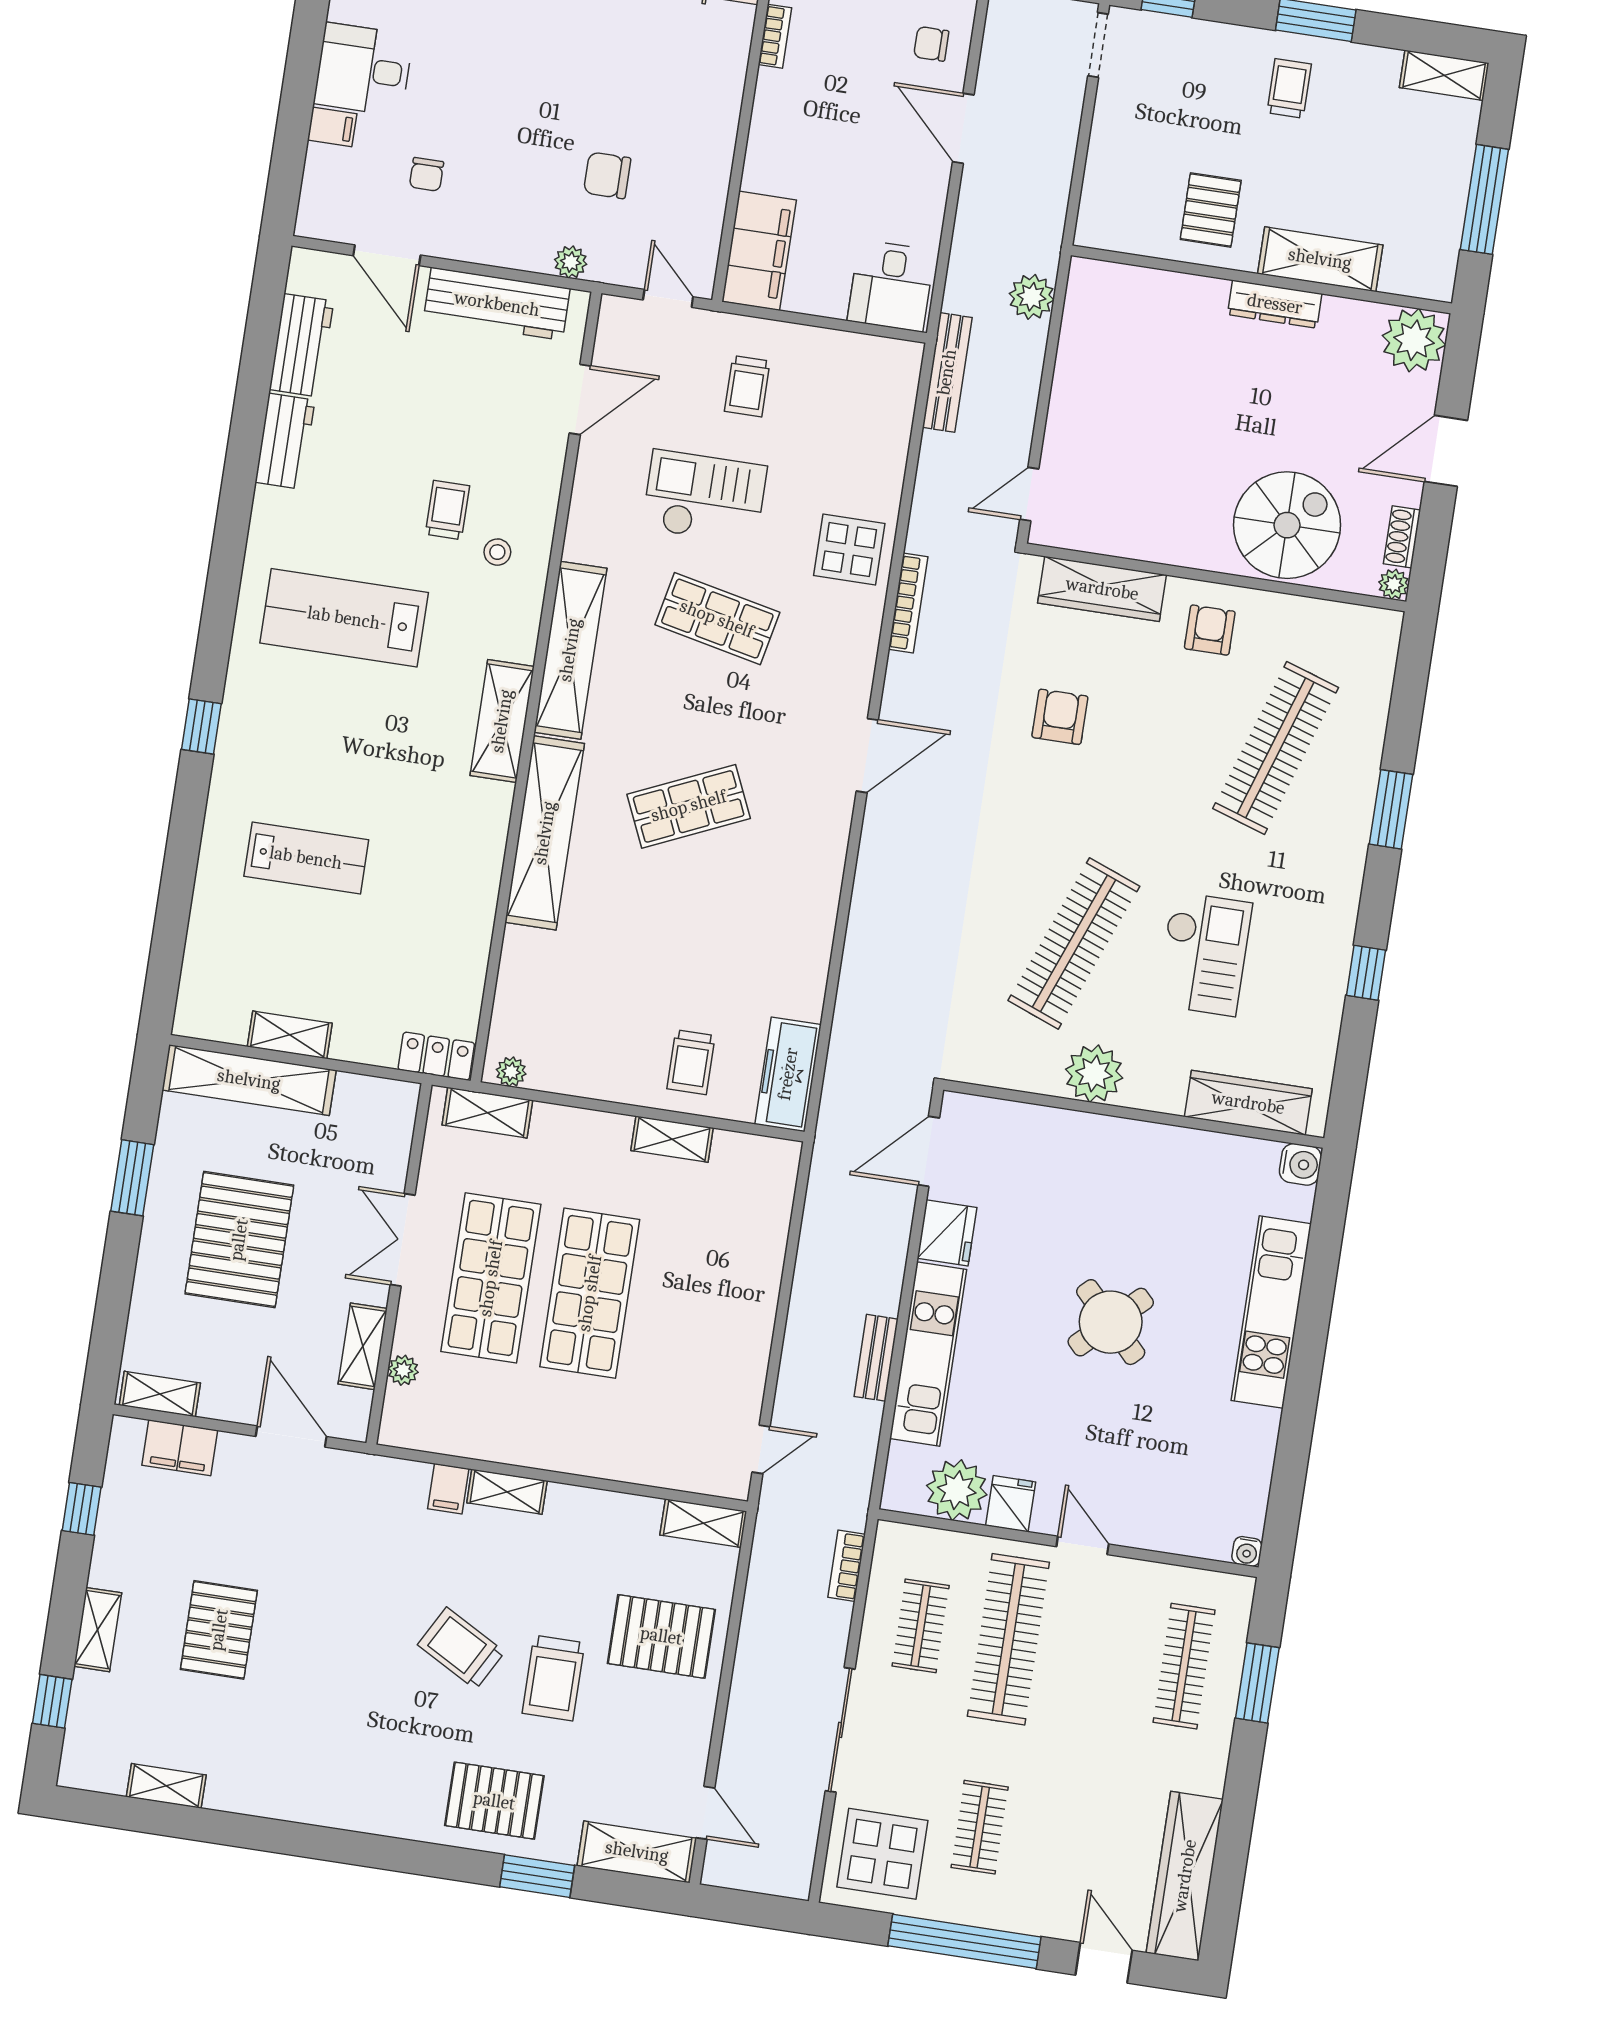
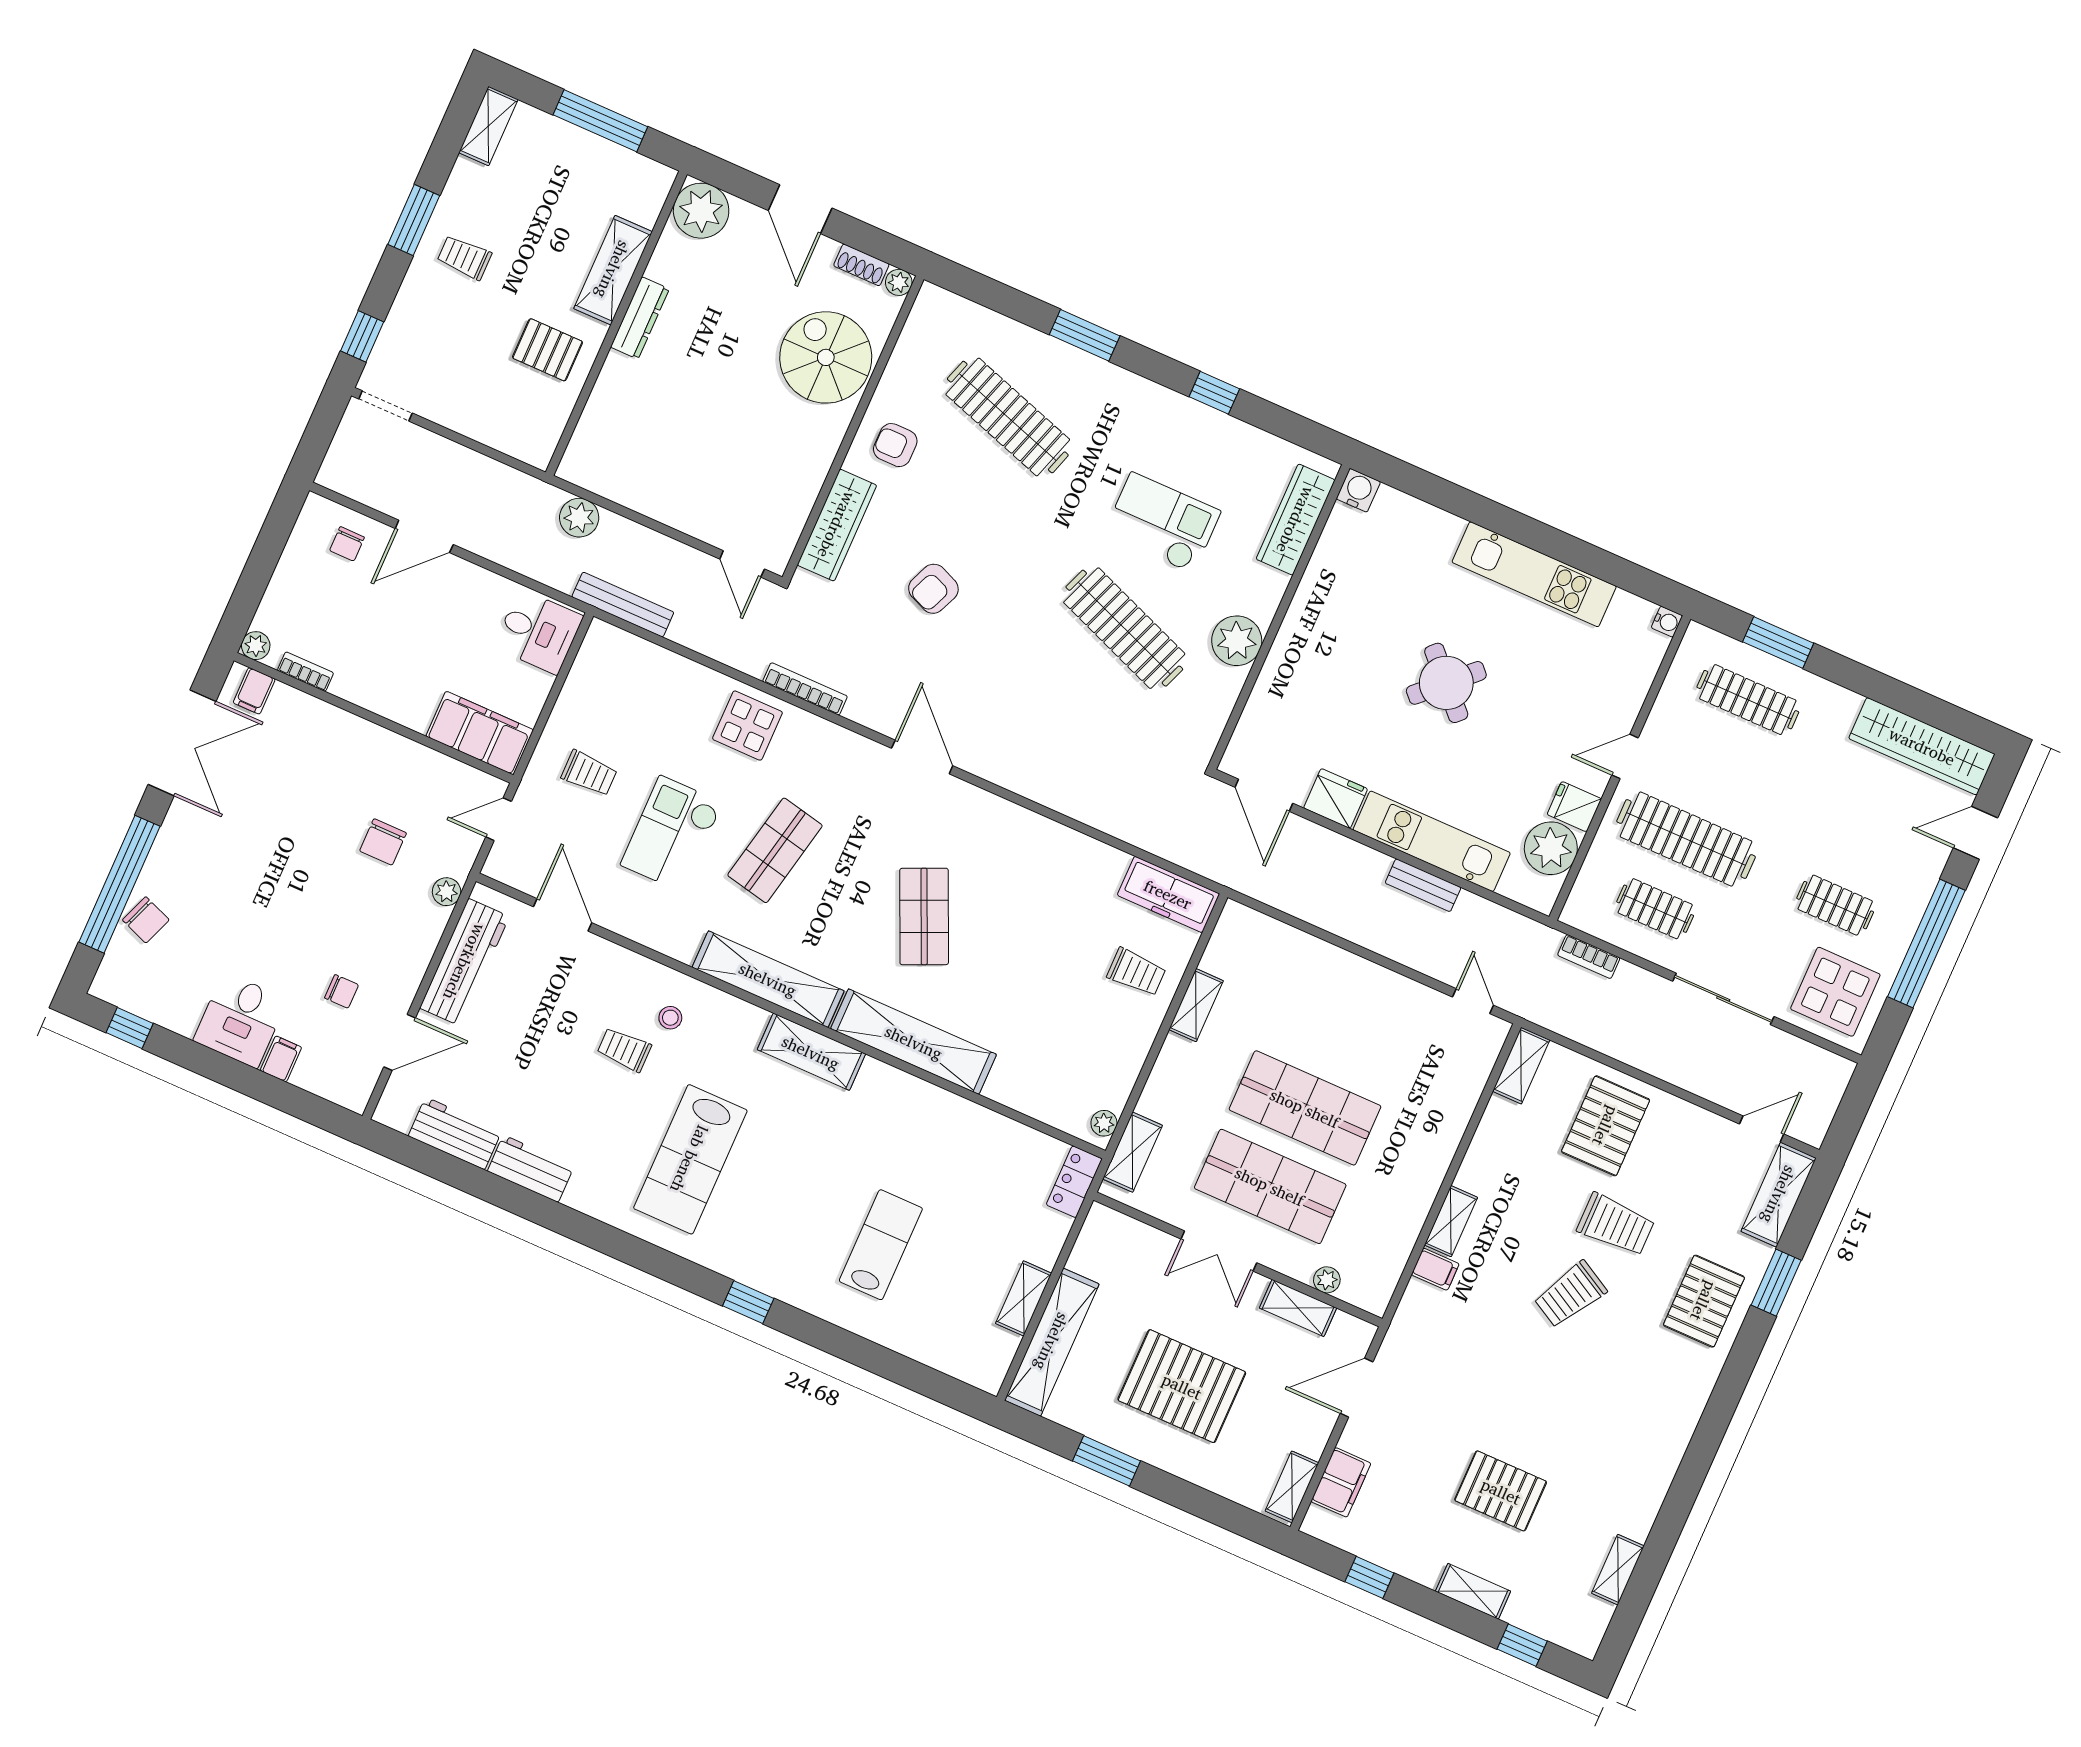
armchair: (1060, 717) -> (933, 589), turned -67
kitchen unit: (1271, 1312) -> (1534, 574), moved

